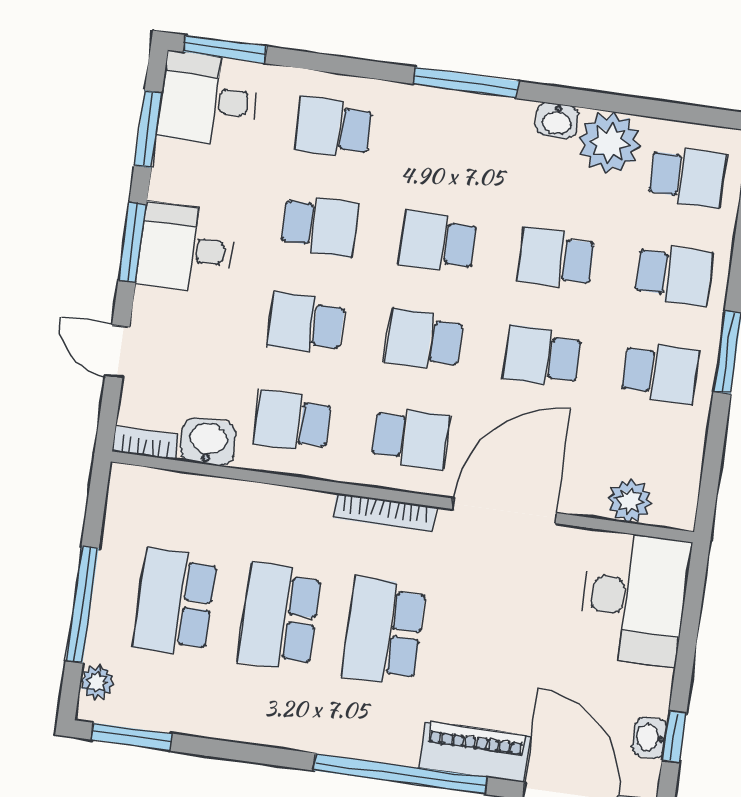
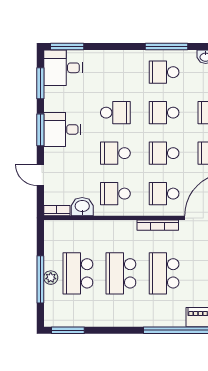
school desk: (333, 127) -> (164, 72), moved
school desk: (411, 438) -> (164, 194), turned 180
plant: (97, 682) -> (51, 278), moved

